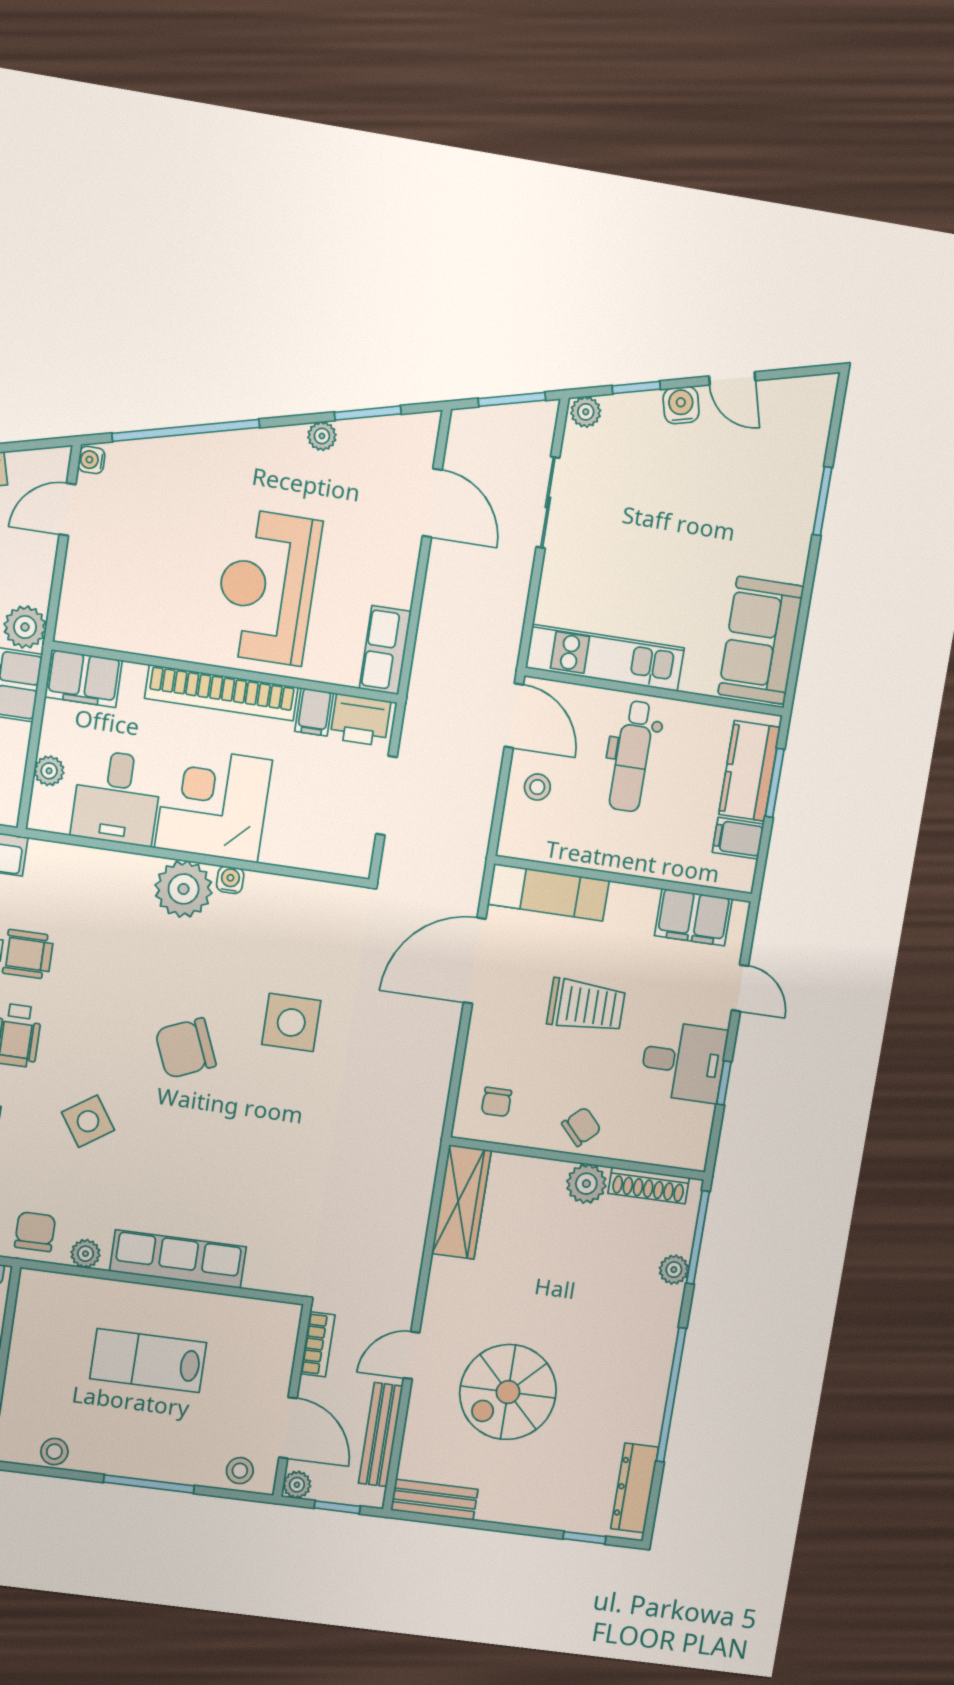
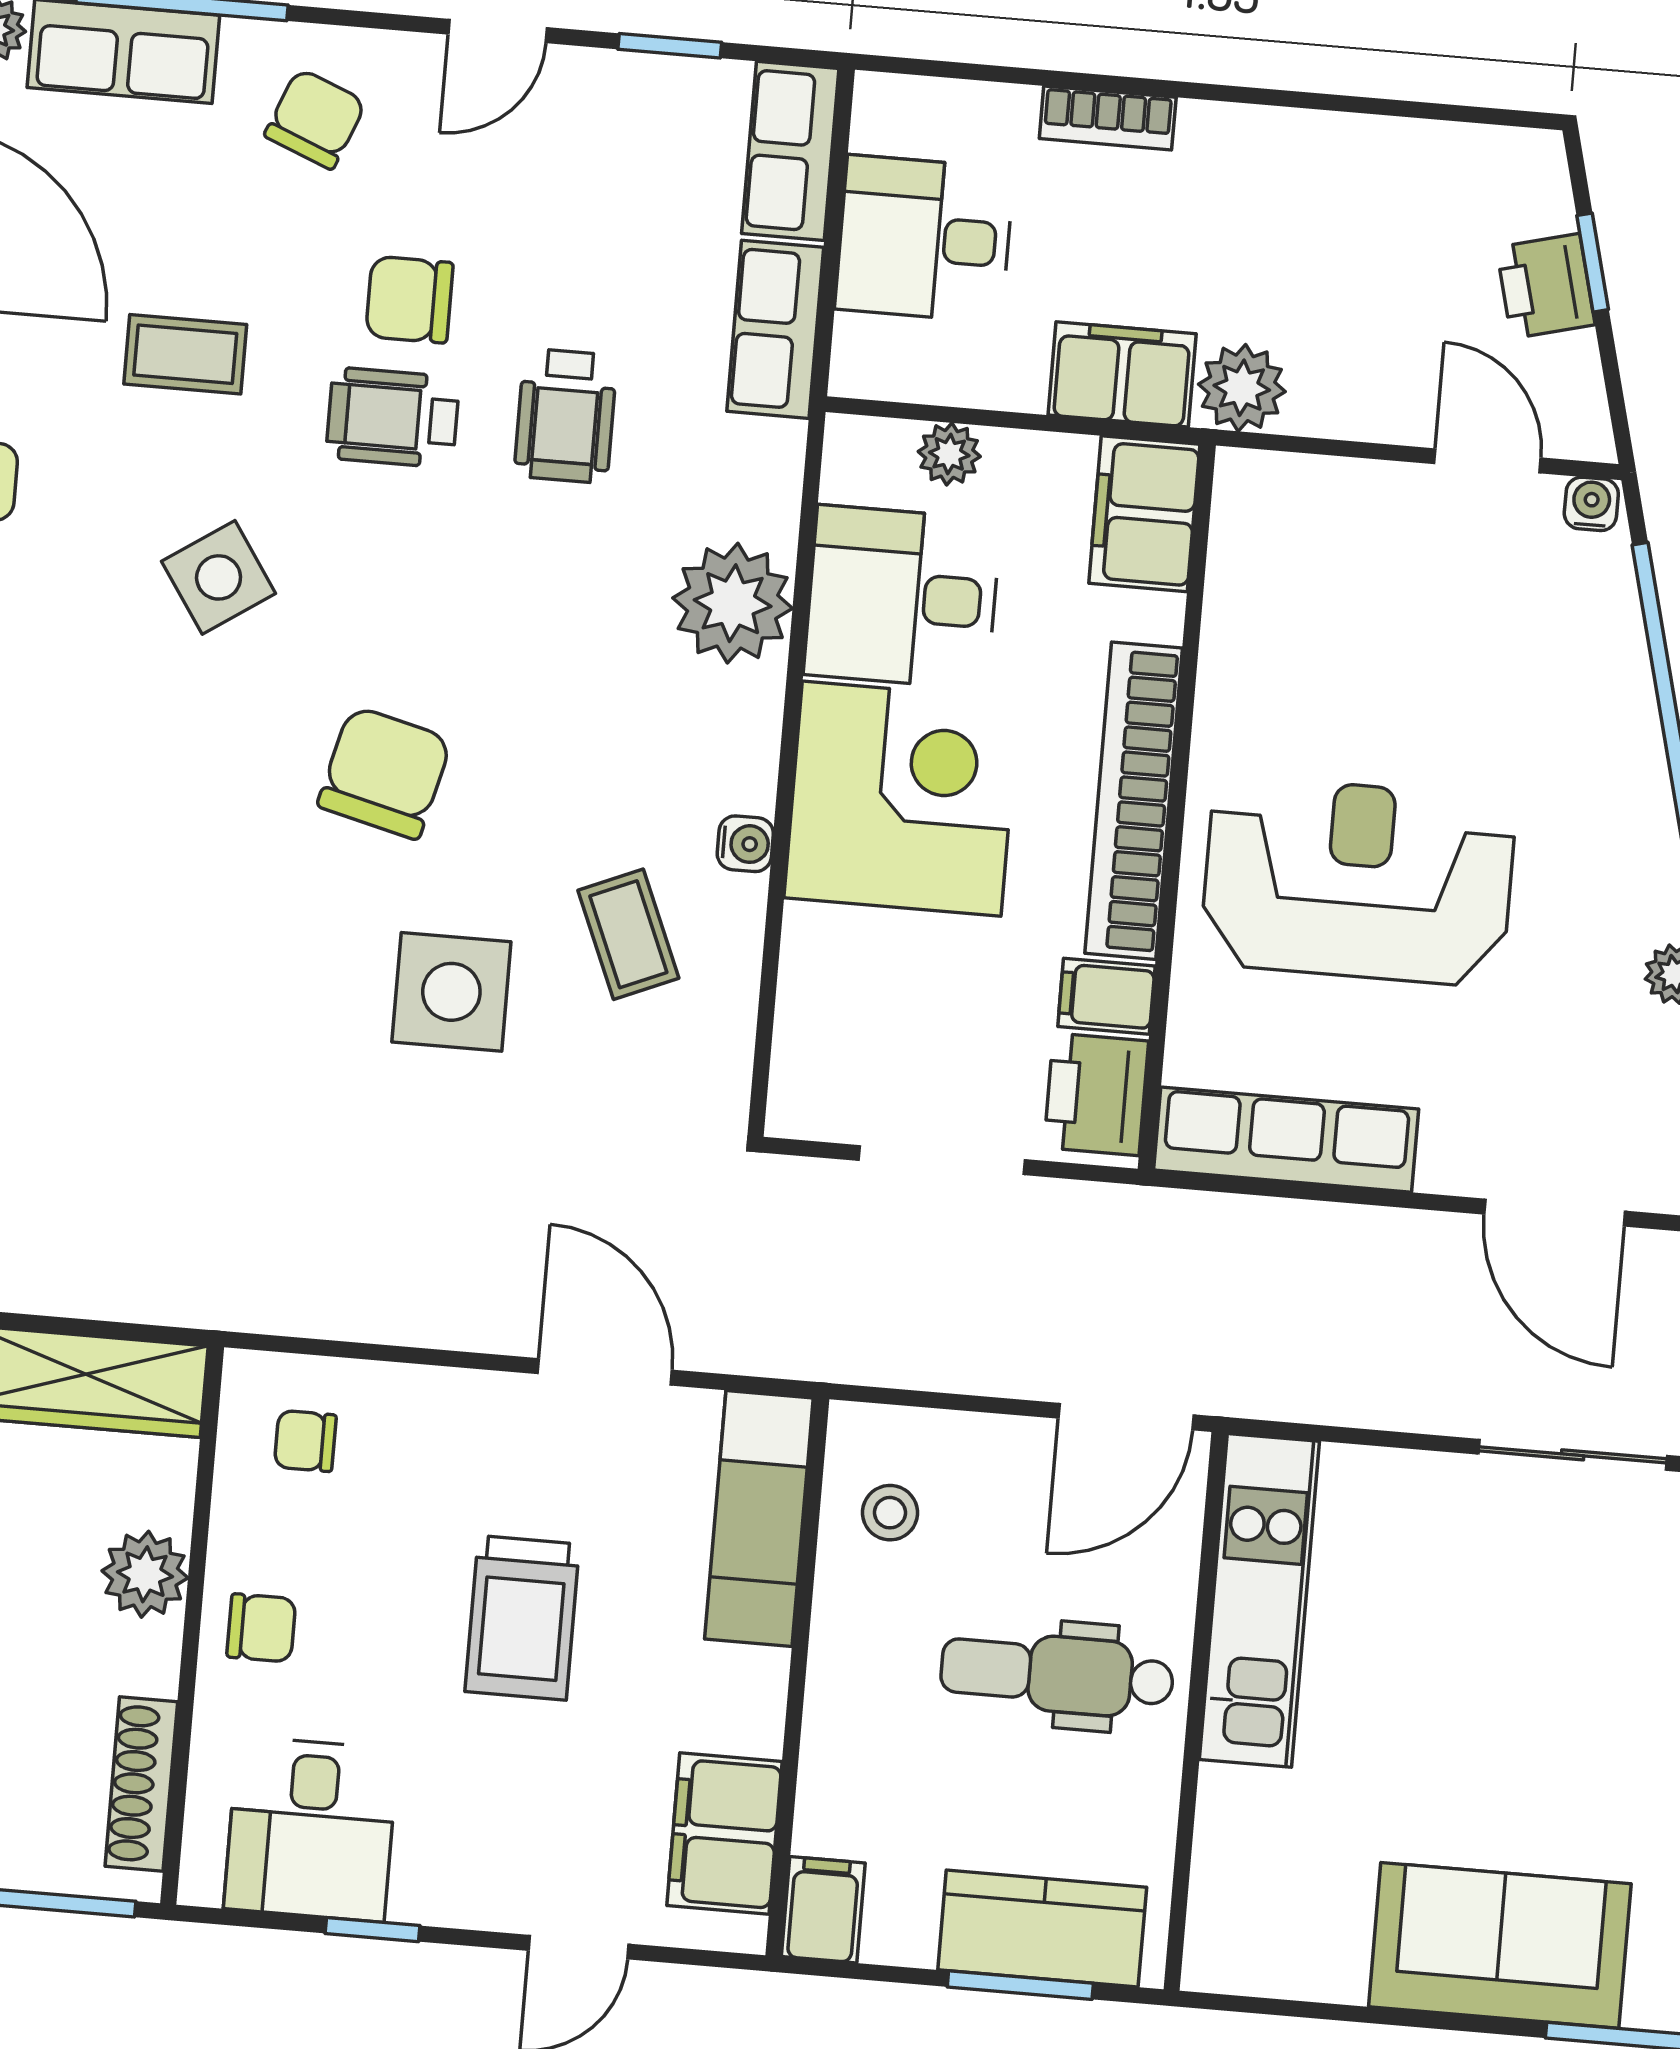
door: (432, 503) -> (1555, 1213), hinge flipped
sofa: (761, 640) -> (1500, 1945), moved
row of seats: (385, 650) -> (1286, 1140), width x1.48
stool: (537, 787) -> (890, 1513), moved
filing cabinet: (738, 838) -> (823, 1910), moved
plant: (184, 889) -> (733, 603), moved
coffee table: (270, 938) -> (628, 934), added
door: (475, 961) -> (605, 1372), width x0.73
chair: (186, 1048) -> (385, 773), turned 37
desk: (684, 1062) -> (311, 1829), moved
chair: (581, 1127) -> (261, 1628), turned -47
plant: (586, 1184) -> (145, 1574), moved

